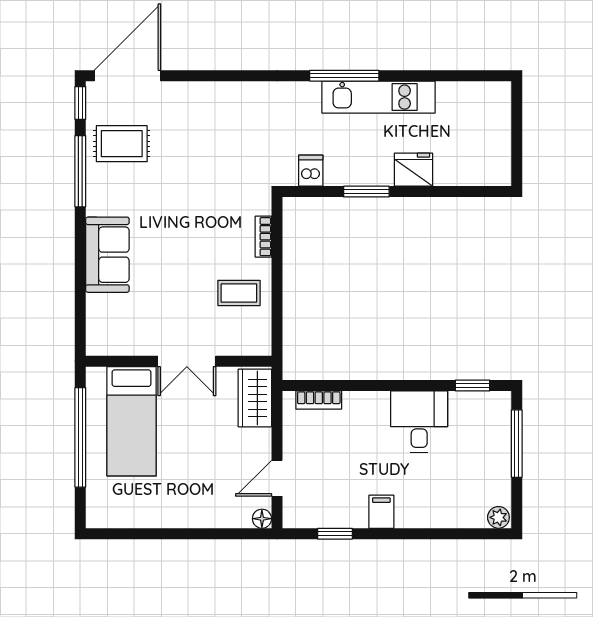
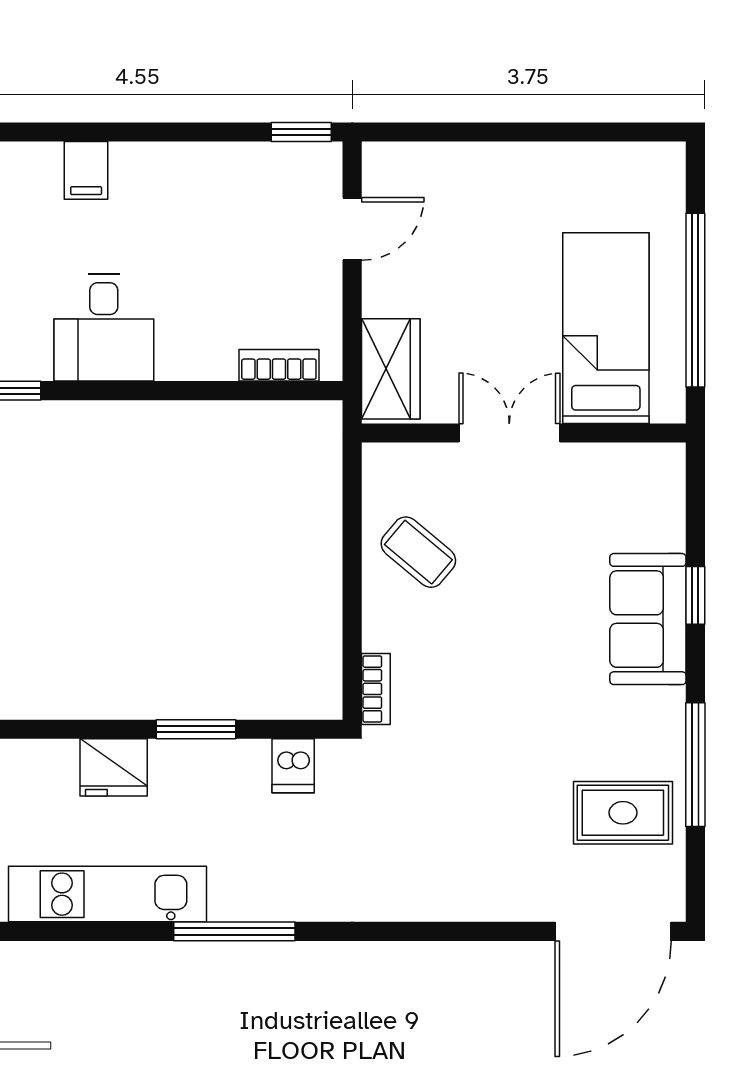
kitchen unit: (378, 97) -> (108, 894), moved
window: (80, 103) -> (695, 595), moved
bookcase: (263, 237) -> (376, 689), moved
coffee table: (239, 293) -> (418, 552), turned 40
filing cabinet: (381, 512) -> (86, 170), moved
floor lamp: (262, 519) -> (378, 158), removed
window: (335, 534) -> (301, 132), moved

